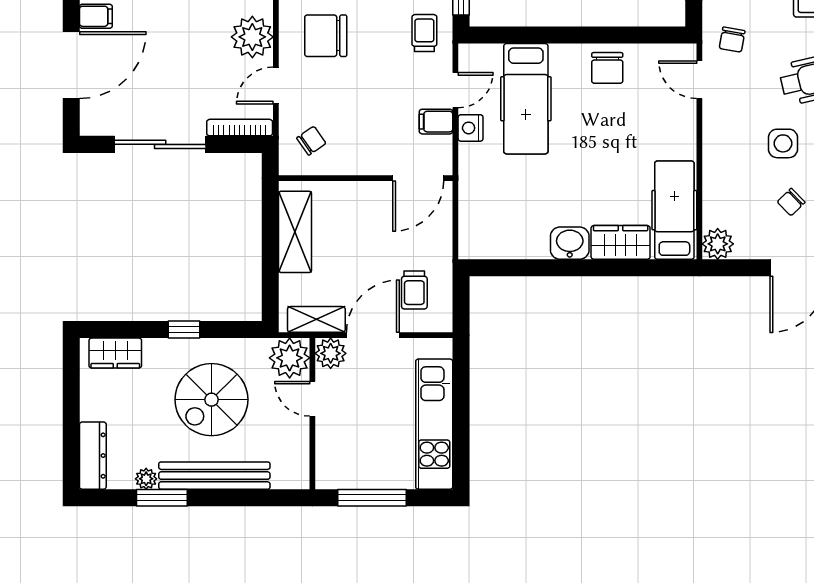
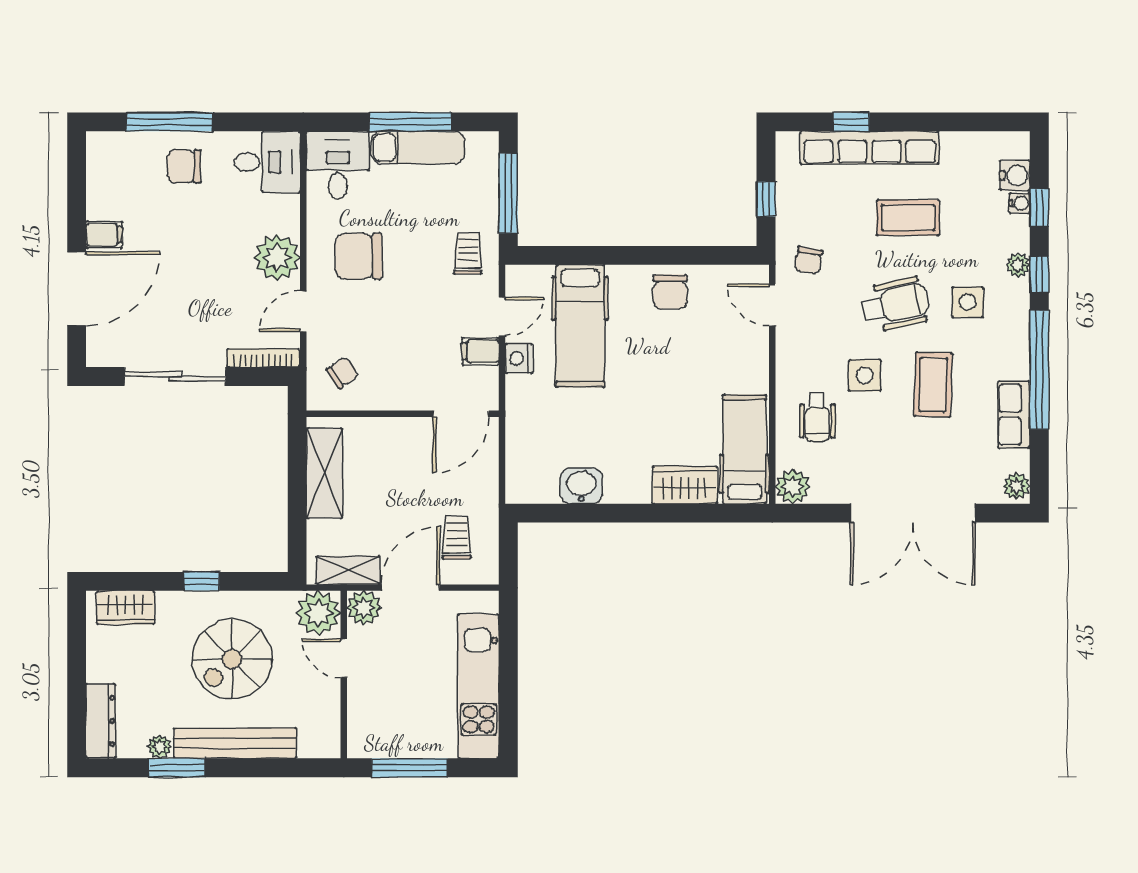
wheelchair: (740, 181) -> (817, 417), added
chair: (791, 202) -> (874, 440), removed
washbasin: (570, 243) -> (581, 486), moved
trolley: (414, 290) -> (457, 538), turned 180

